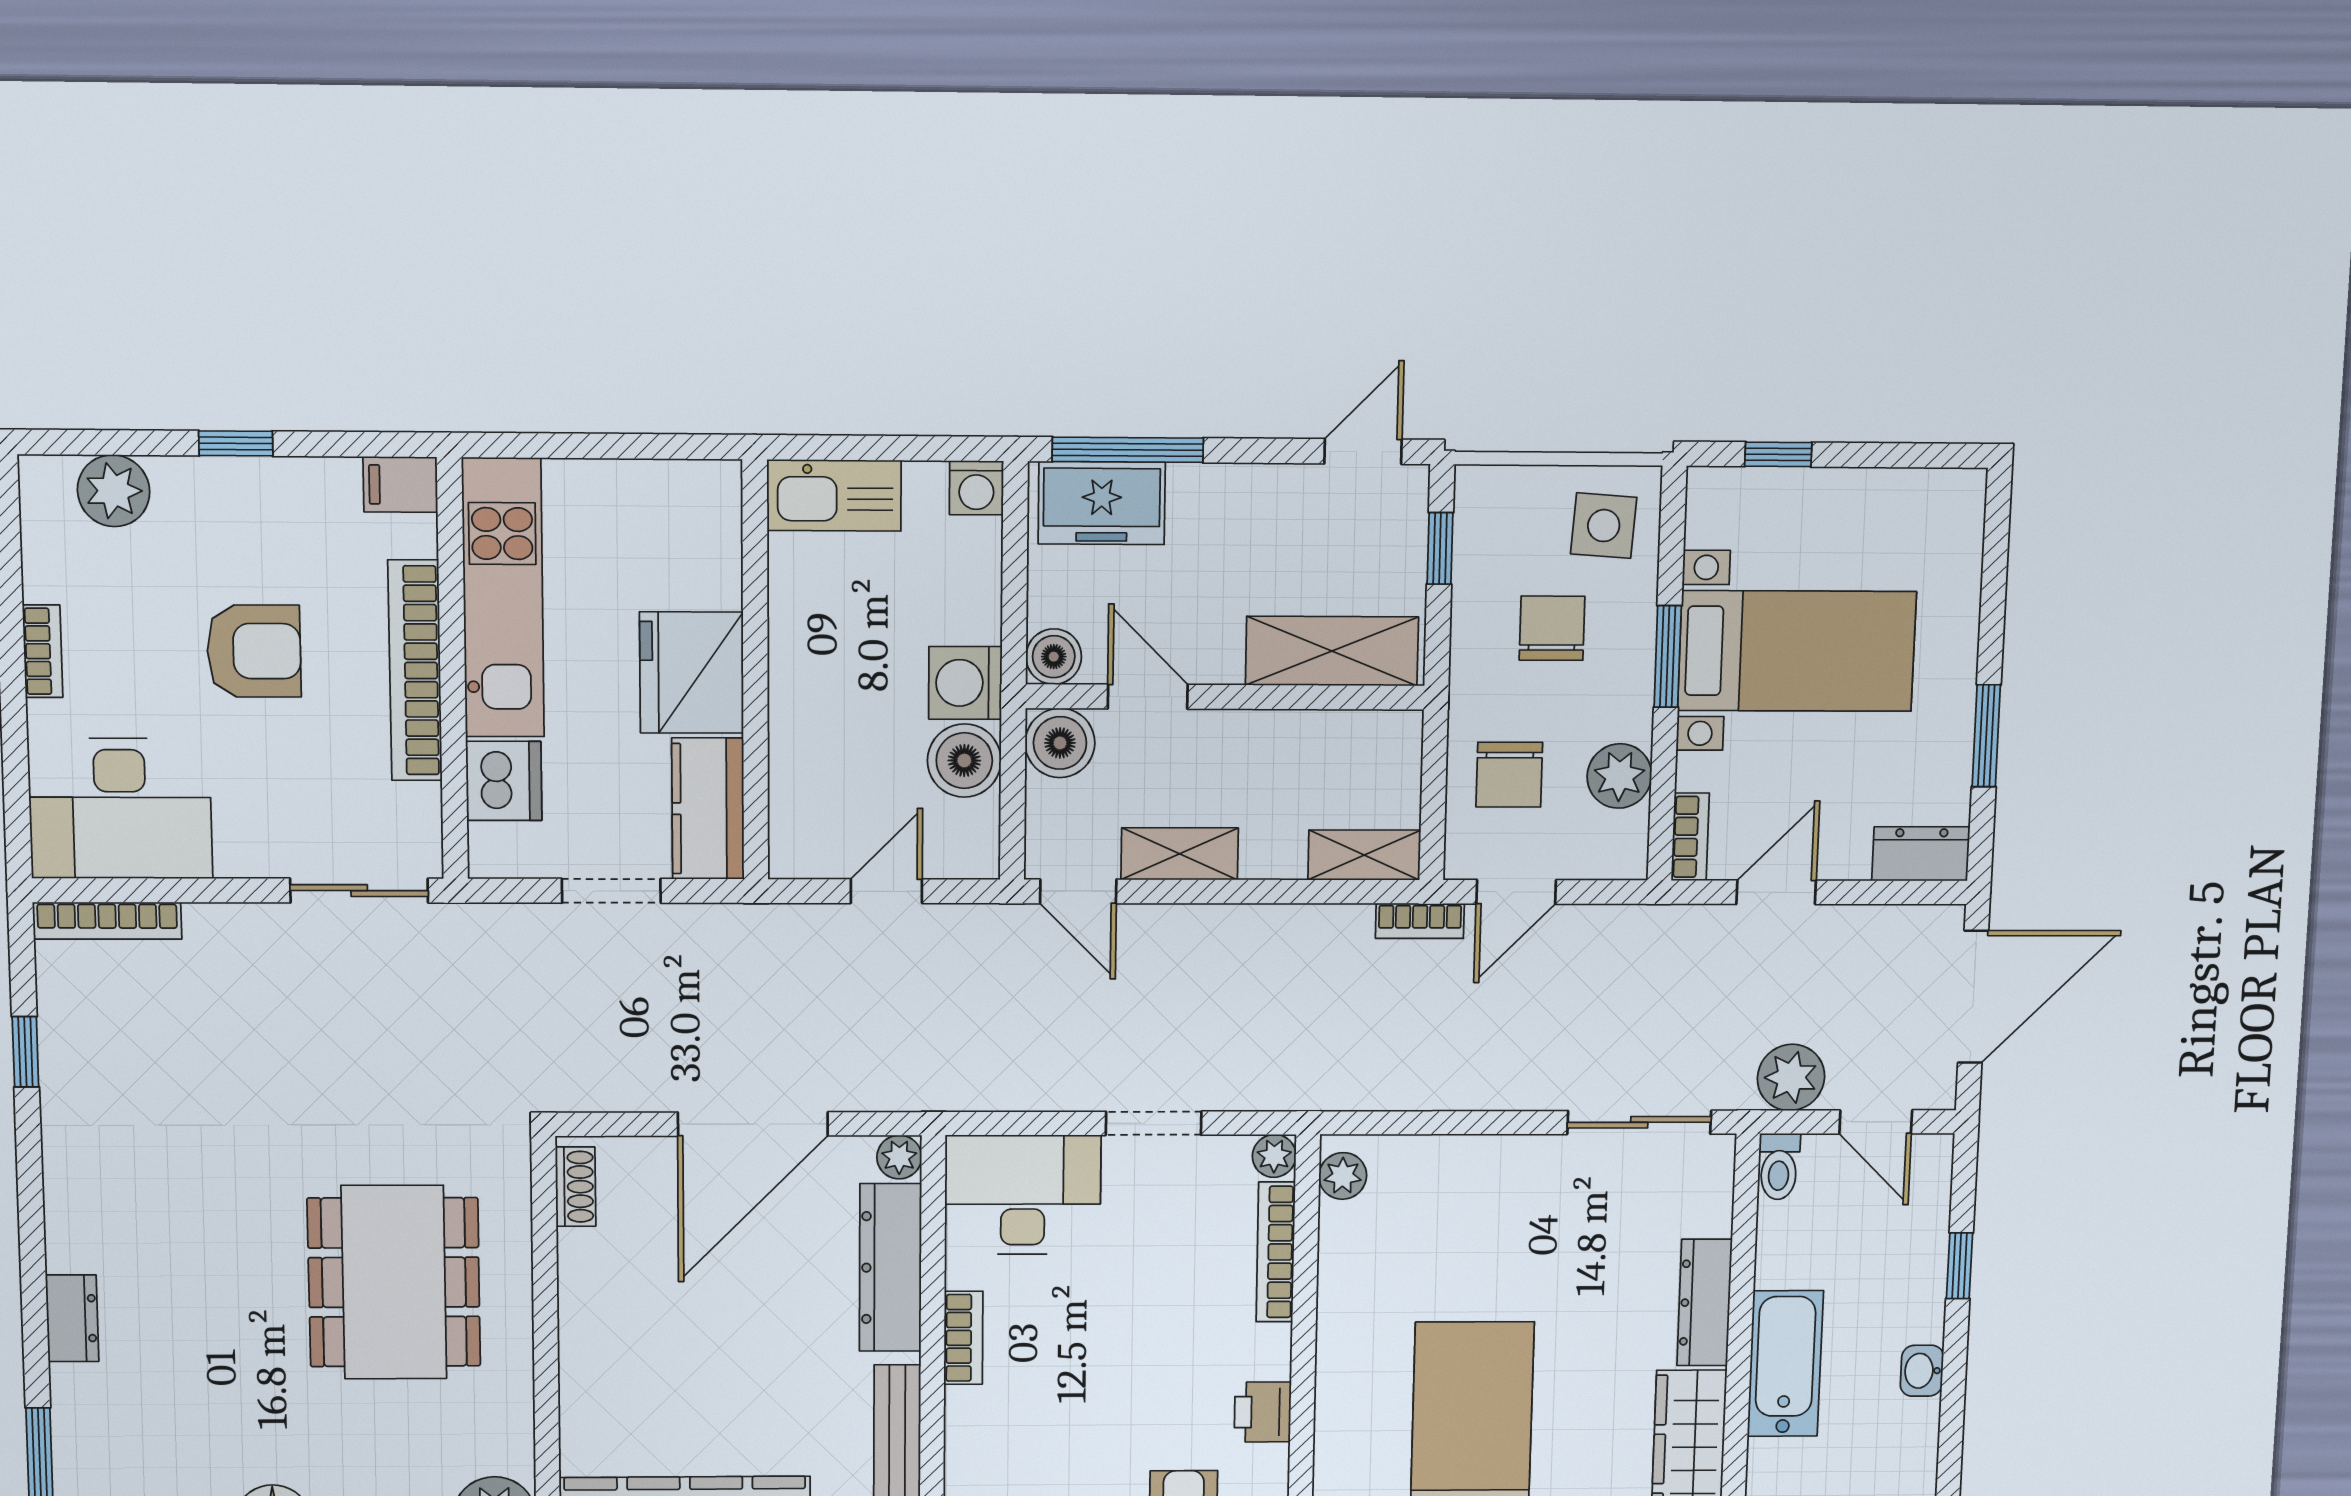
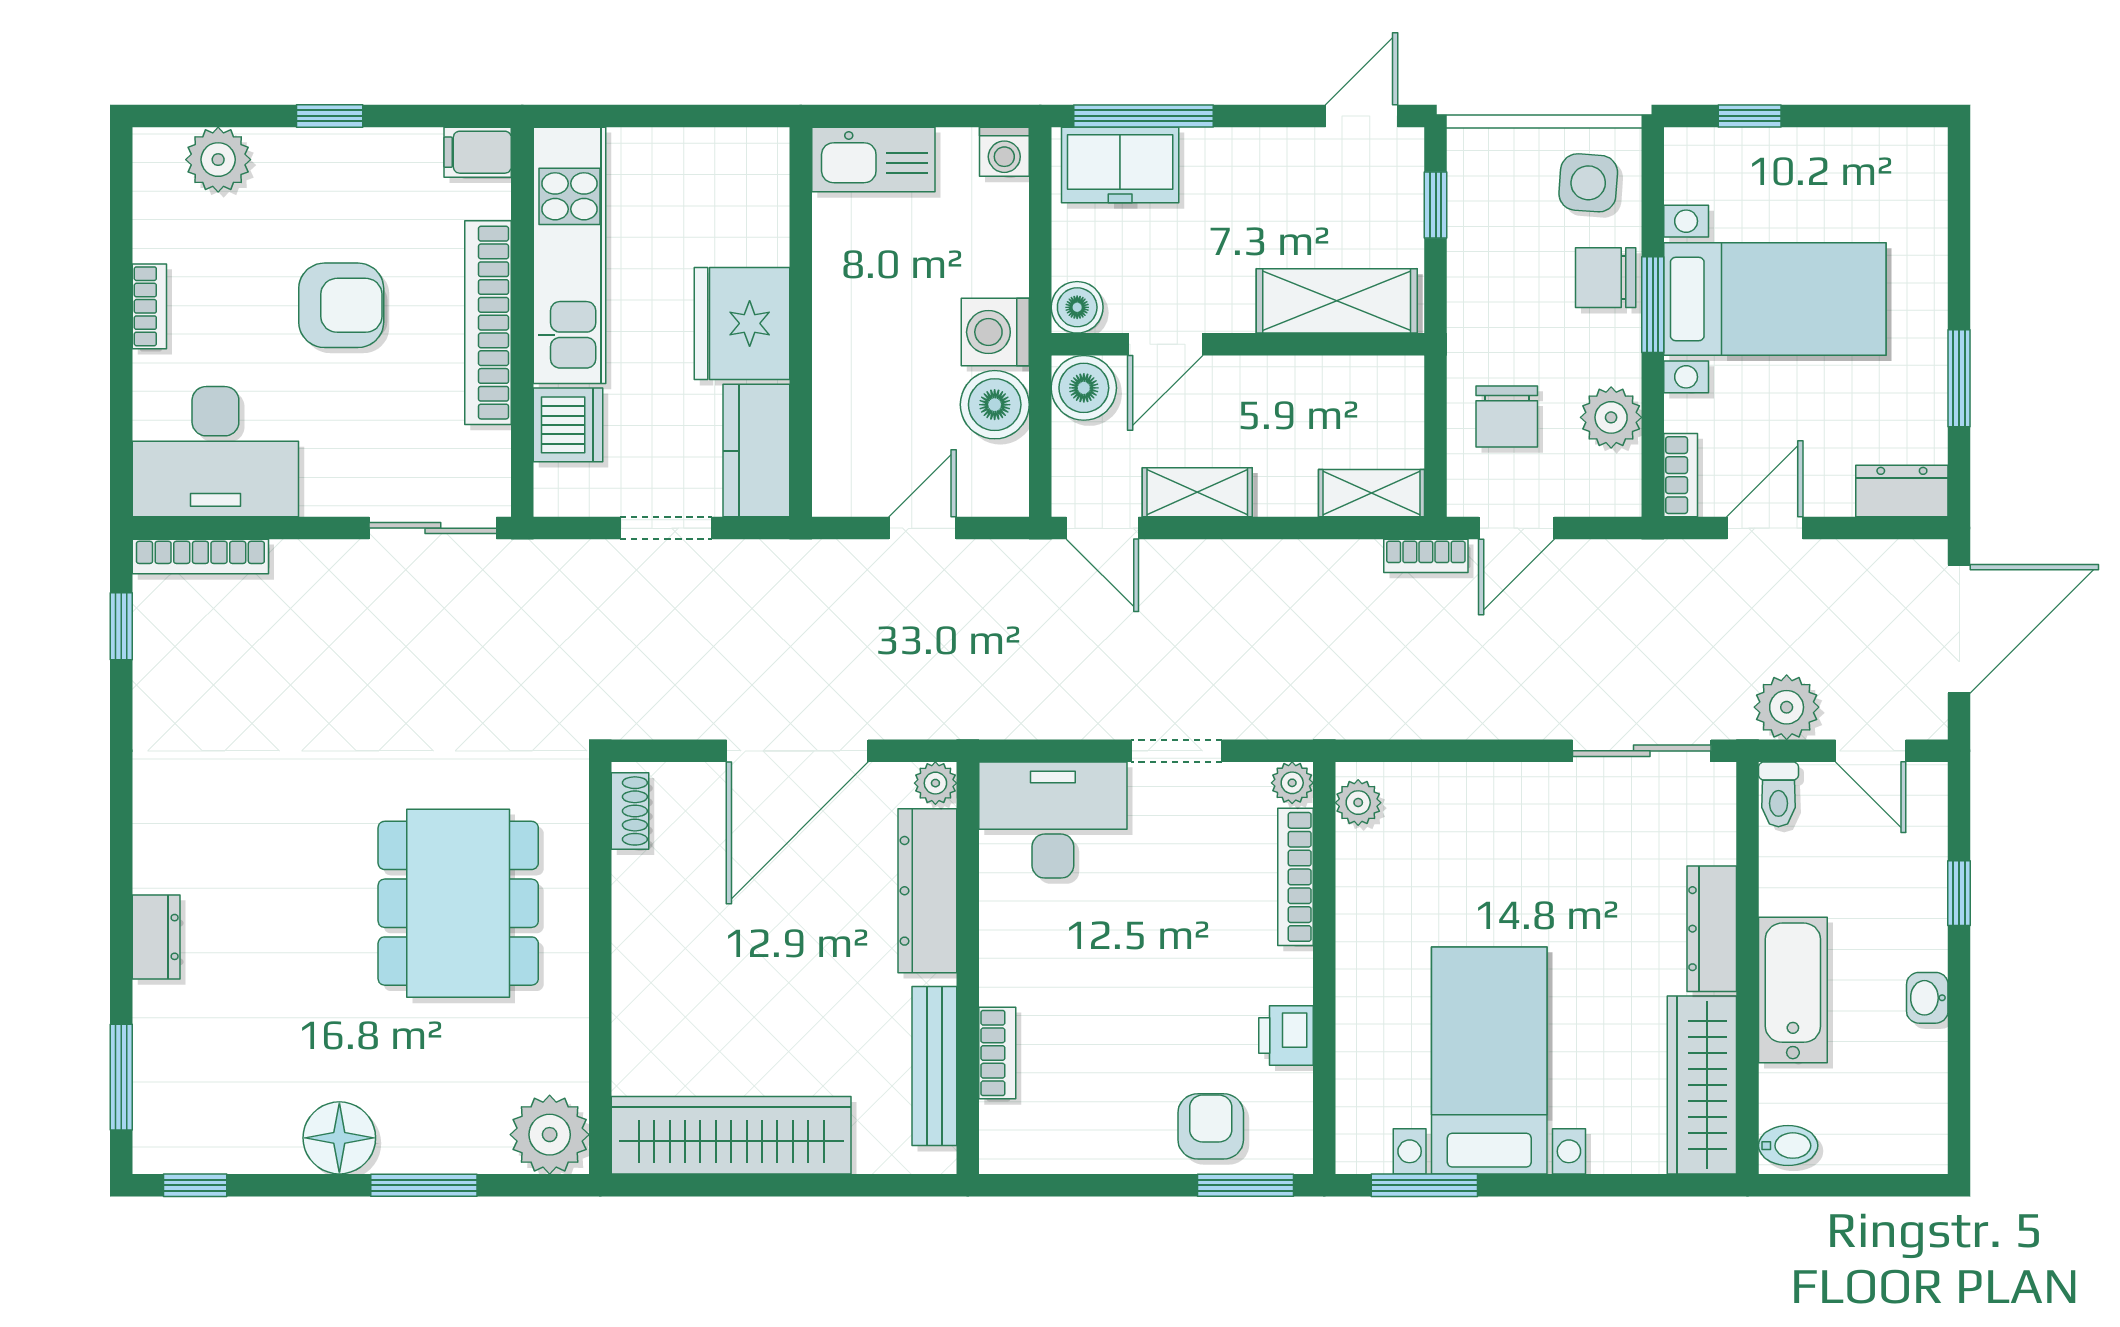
chair: (1552, 628) -> (1606, 278), moved, turned -90
door: (1148, 697) -> (1165, 344), swing flipped
window: (25, 1052) -> (121, 626), moved
bookcase: (963, 1338) -> (997, 1053), moved

